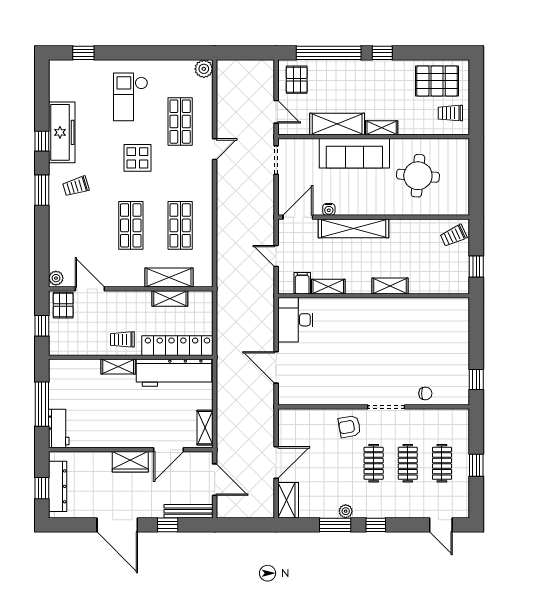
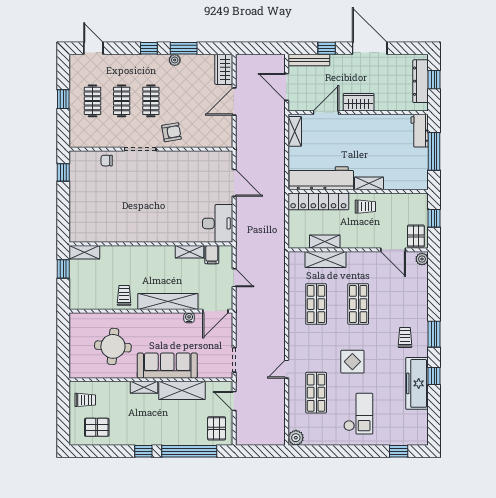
pallet: (437, 81) -> (97, 427), width x0.67, depth x0.71
trolley: (76, 186) -> (405, 337), turned -73
trolley: (454, 236) -> (124, 295), moved, turned -65
shelving: (390, 286) -> (84, 252), moved

